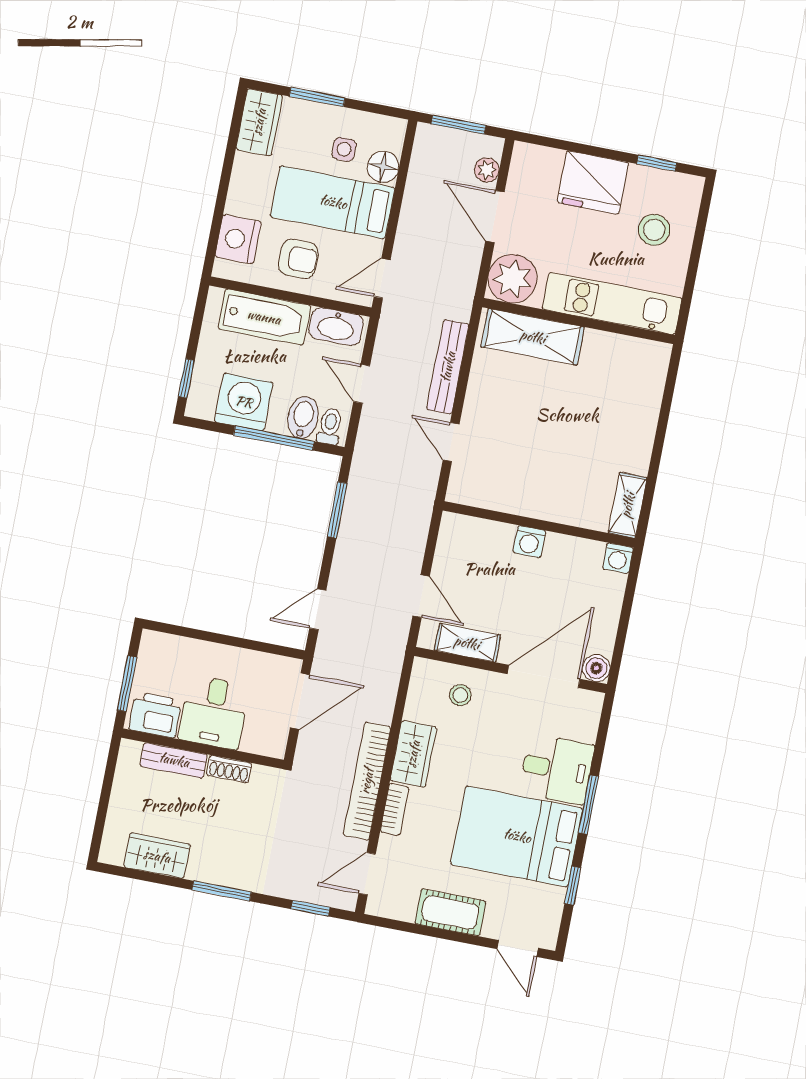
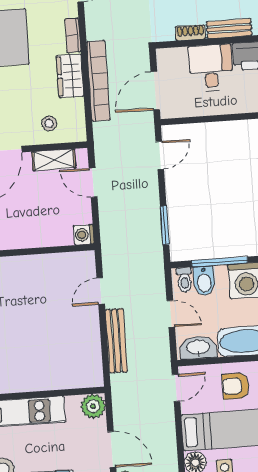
plant: (512, 279) -> (93, 406), width x0.73, depth x0.73
shelving: (533, 337) -> (65, 376), removed
door: (451, 442) -> (101, 291), swing flipped
washing machine: (529, 542) -> (84, 235), moved, turned -90
bookcase: (367, 781) -> (98, 81), moved

